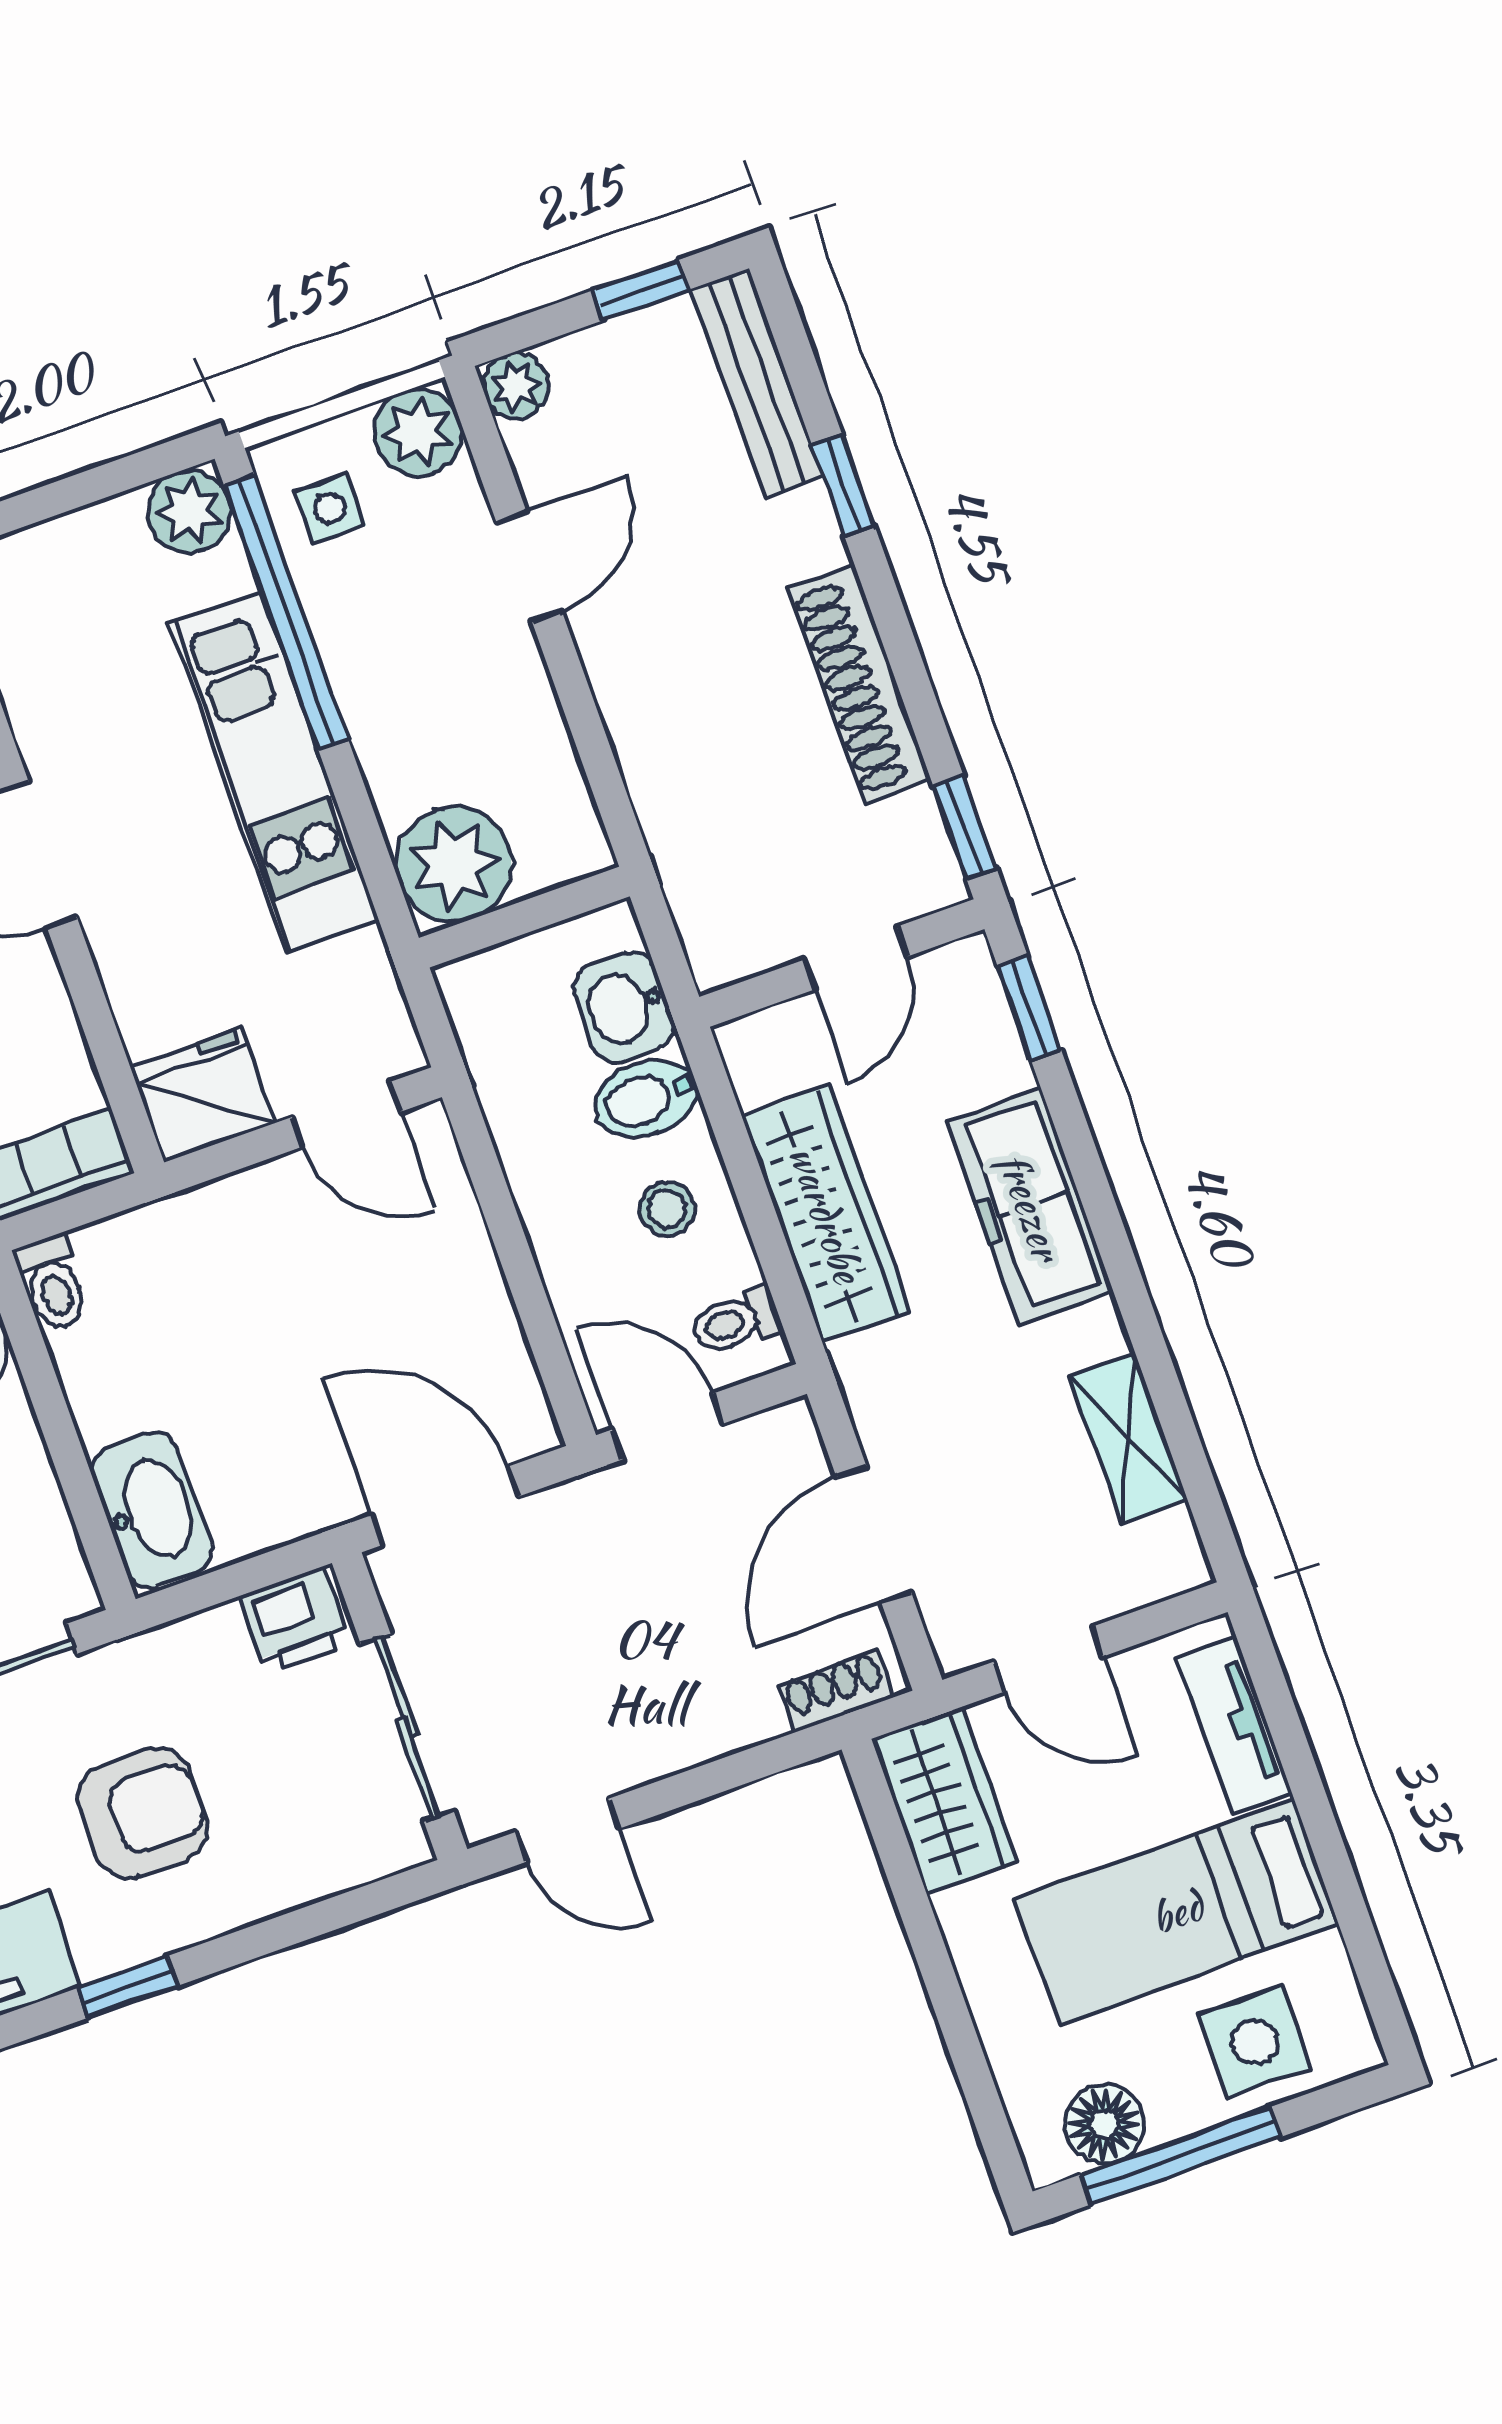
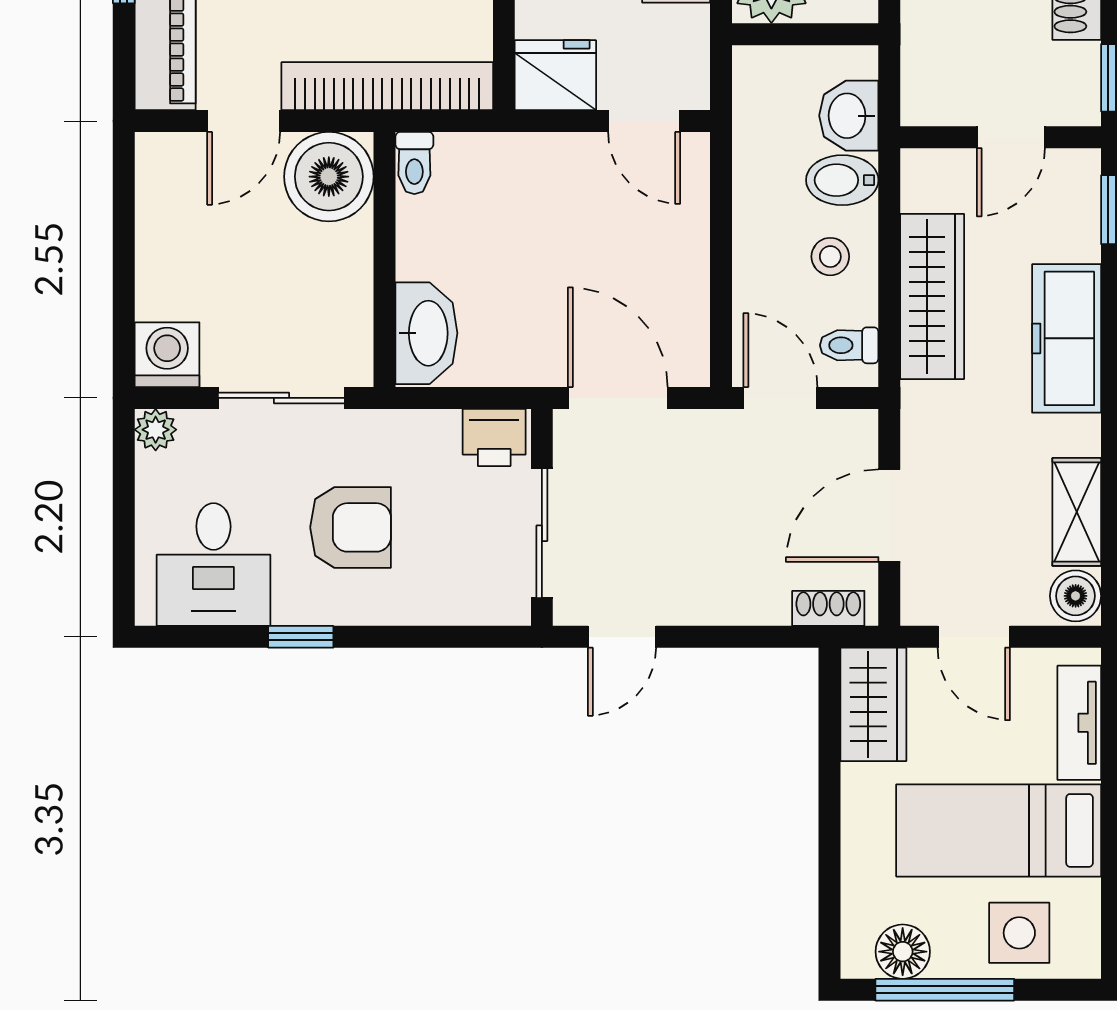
boiler: (1168, 1554) -> (1076, 596), added
door: (567, 1830) -> (622, 637), hinge flipped

